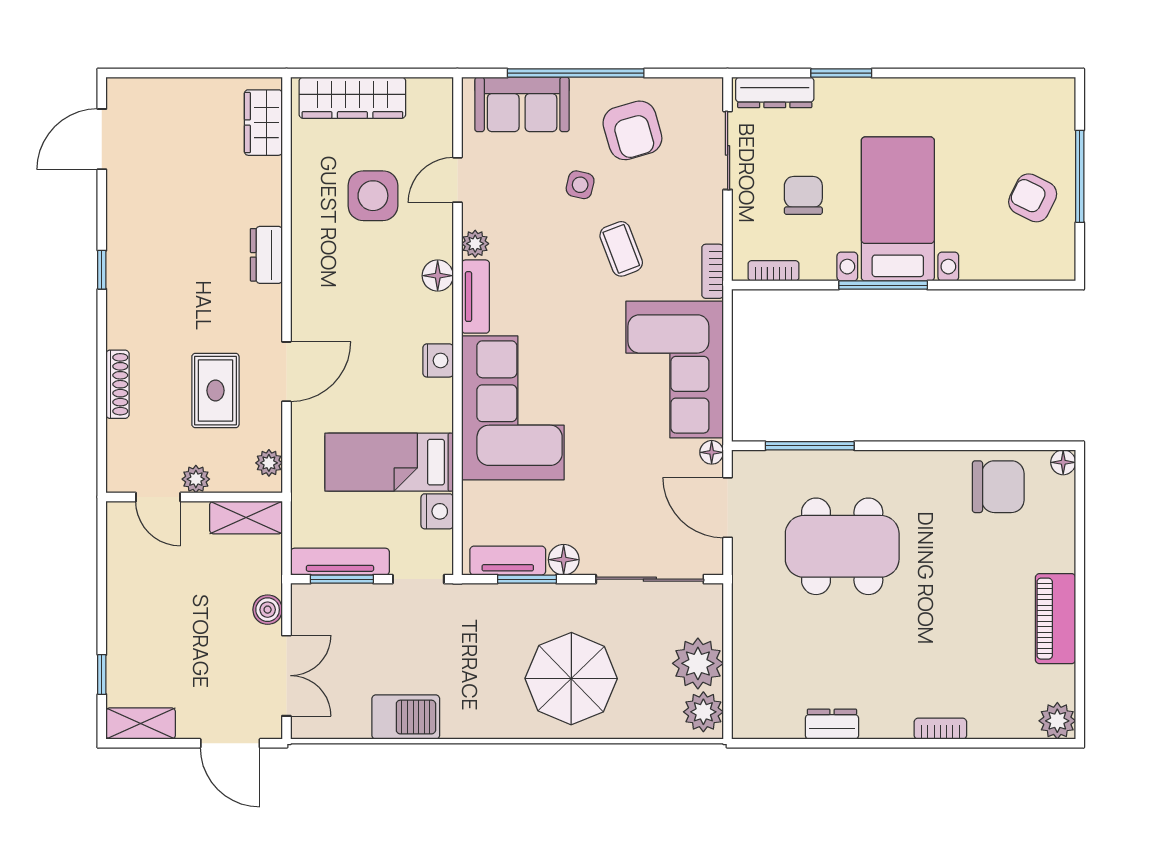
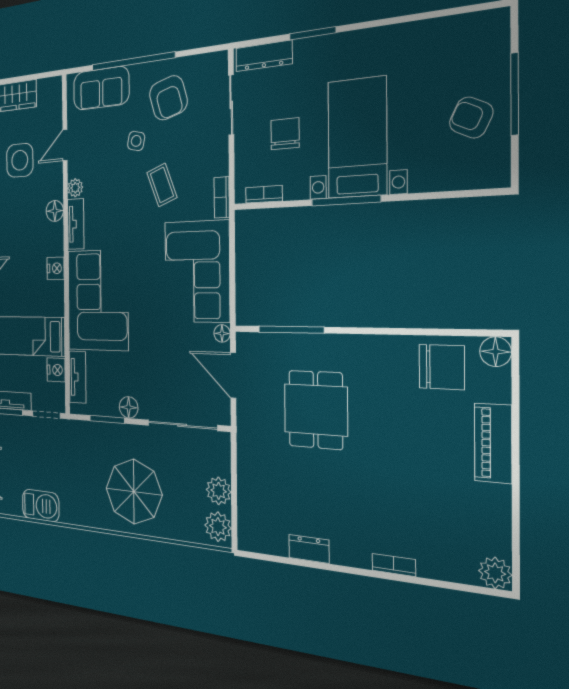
floor lamp: (1063, 462) -> (496, 352), width x1.37, depth x1.37
dining table: (842, 546) -> (316, 410), width x0.73
tv unit: (508, 561) -> (78, 377), moved, turned 90
piano: (1056, 619) -> (493, 443), moved
plant: (698, 663) -> (219, 491), width x0.73, depth x0.73

